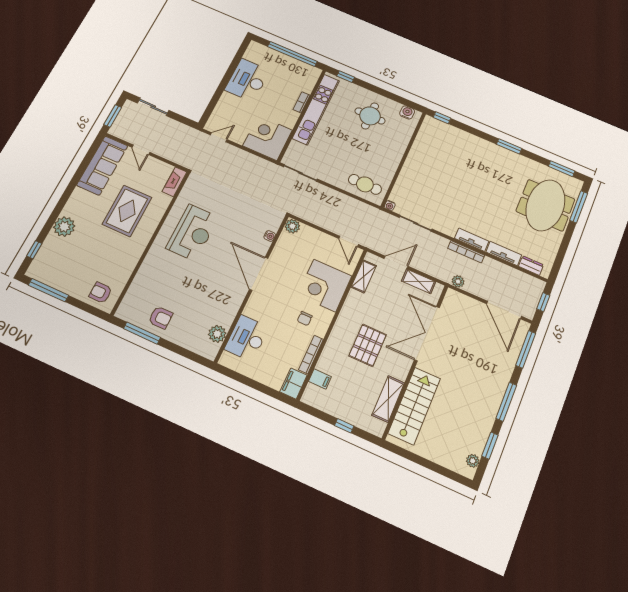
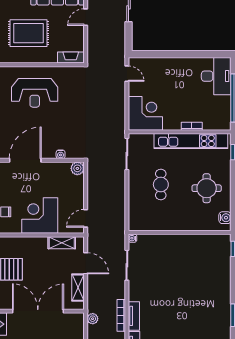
desk: (247, 80) -> (216, 76), moved, turned 90
cafe table: (365, 184) -> (161, 184), moved

